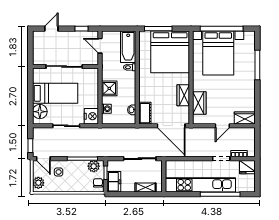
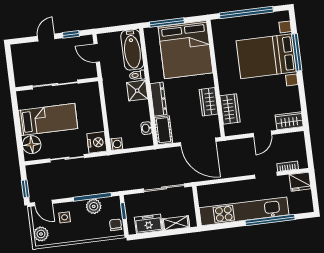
door: (51, 29) -> (46, 37), moved
bed with nightstands: (218, 53) -> (266, 56), moved, turned 90
shower: (109, 88) -> (137, 91), moved
dresser: (144, 88) -> (159, 99), added
washing machine: (106, 109) -> (116, 144), moved
plant: (94, 166) -> (94, 206), moved
freezer: (114, 182) -> (148, 224), moved, turned -90

